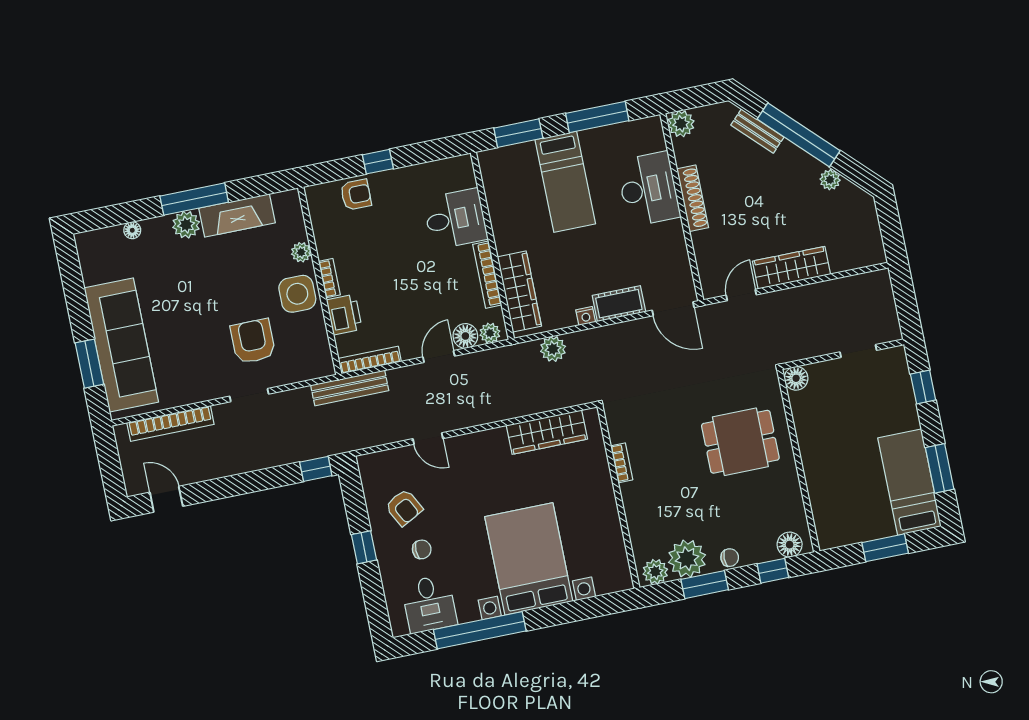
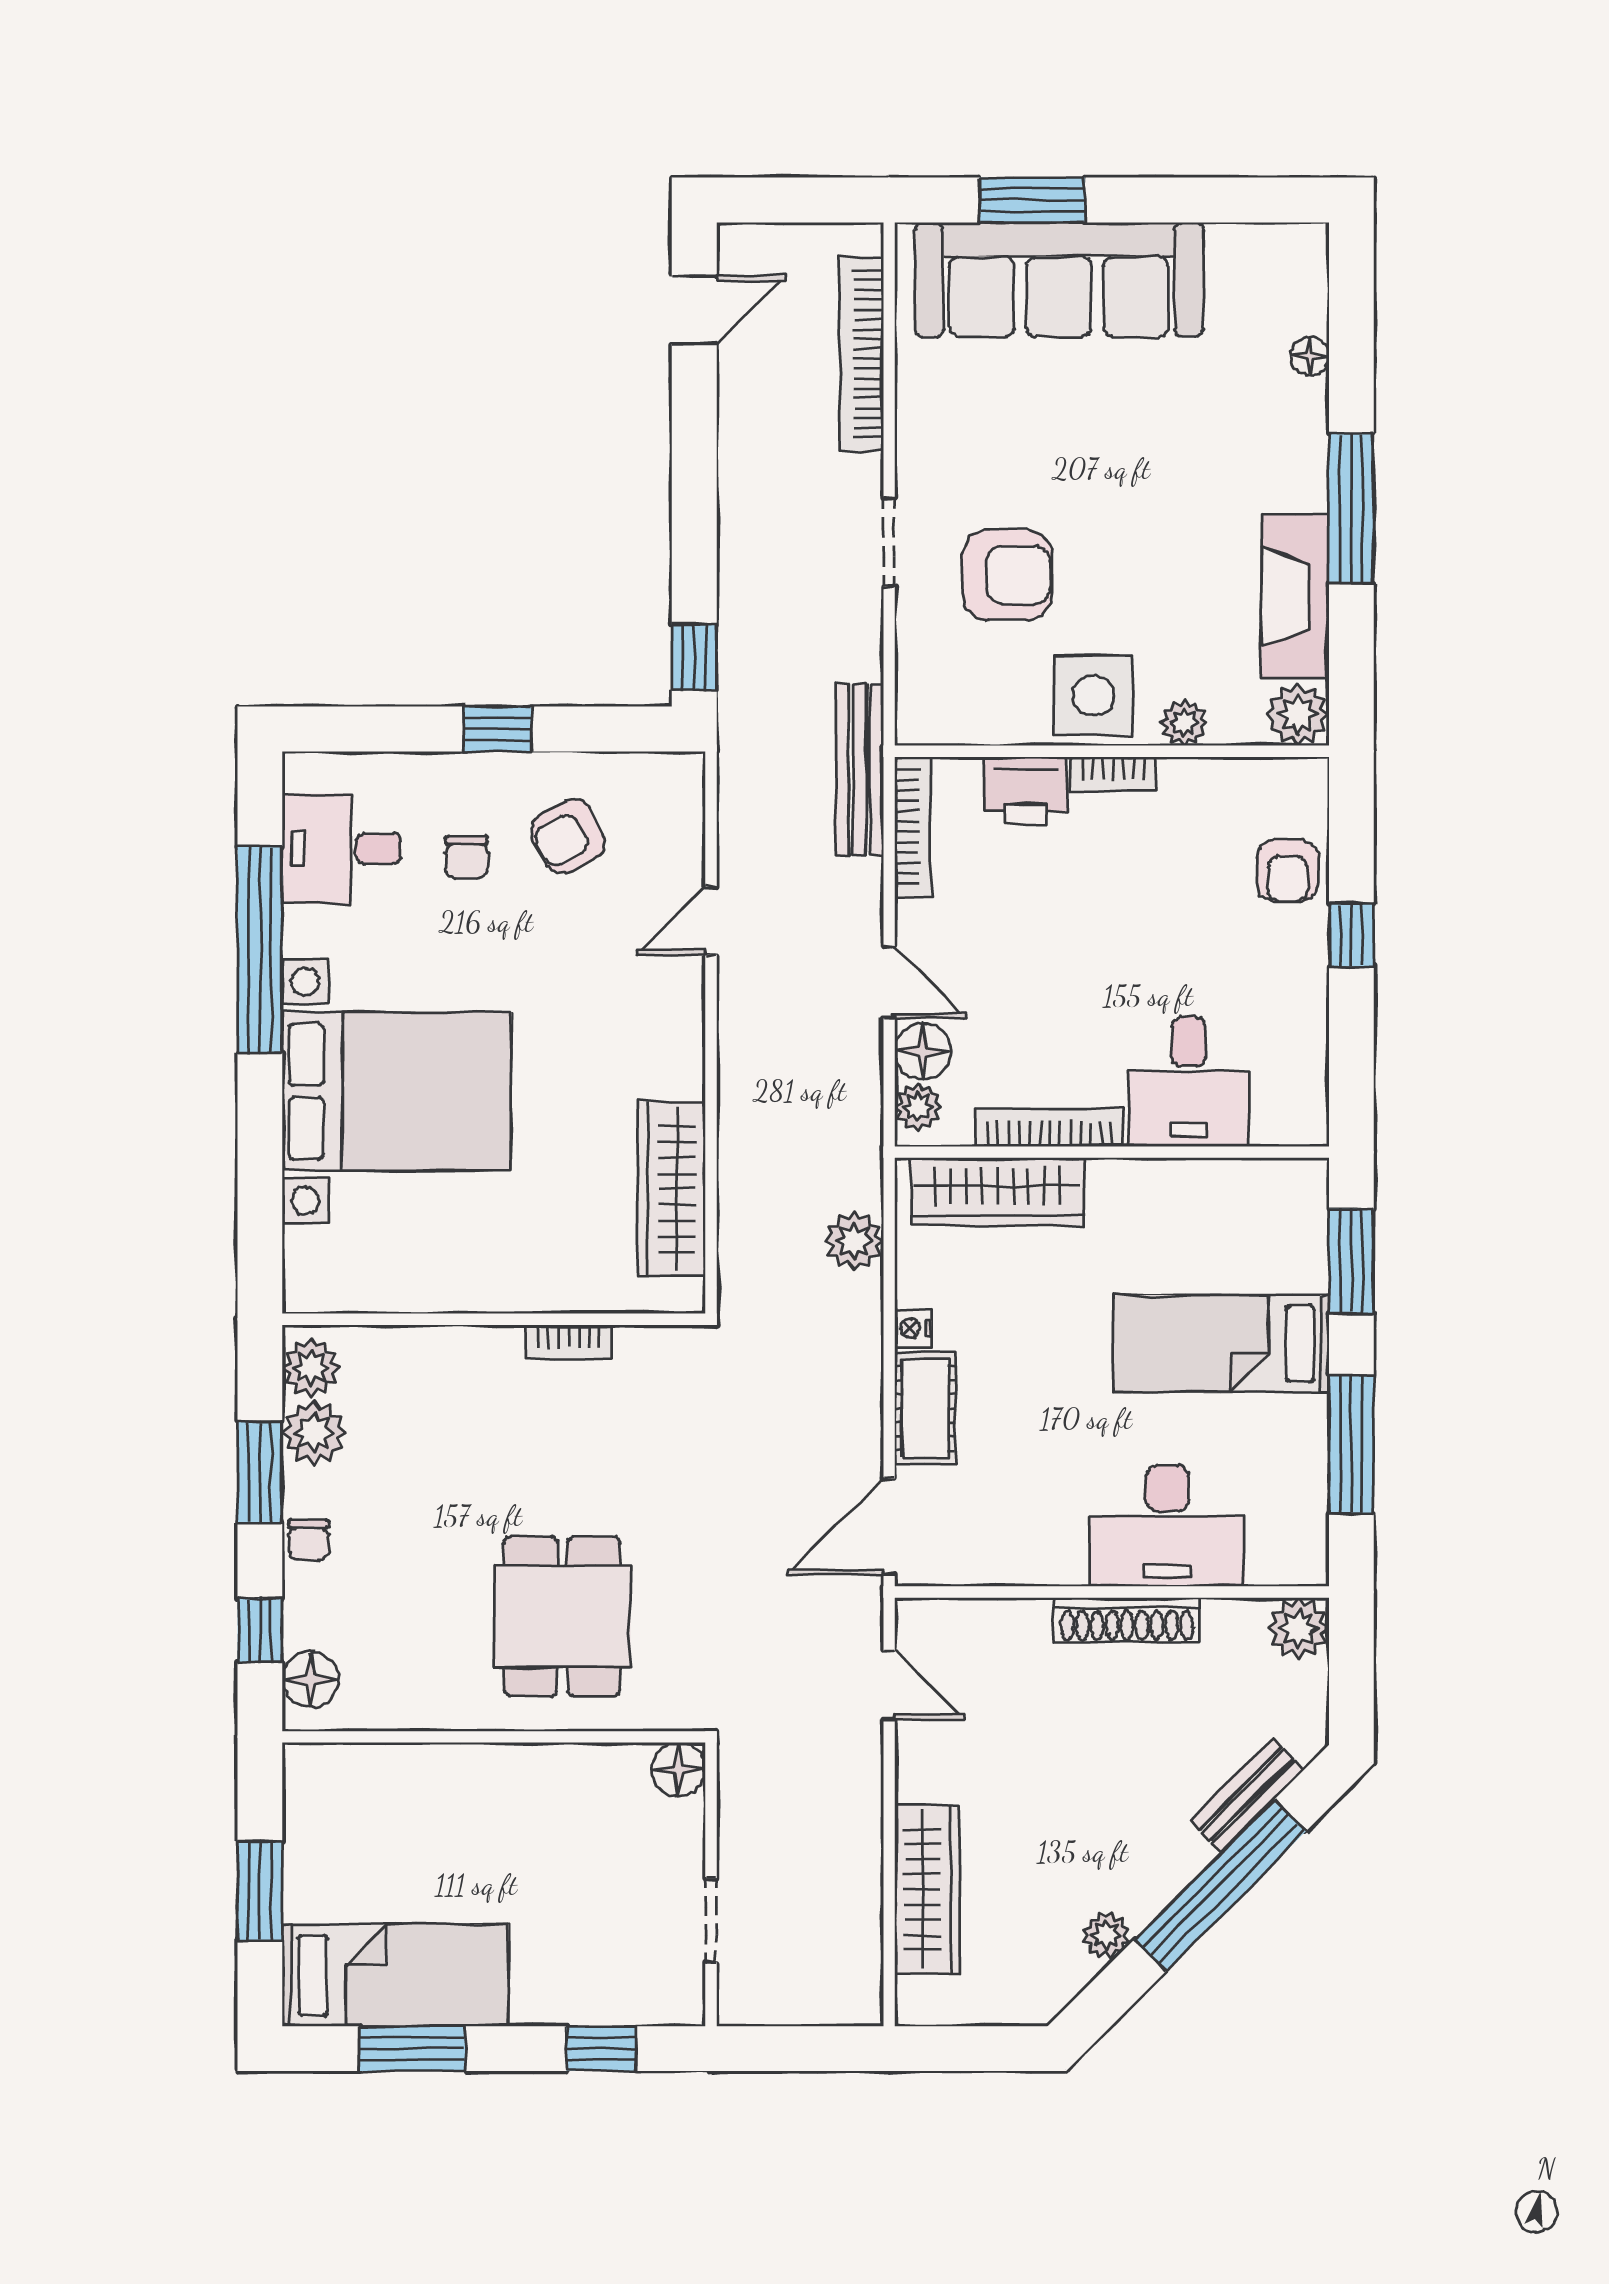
plant: (186, 225) -> (1298, 714), moved
wardrobe: (791, 268) -> (927, 1889), moved
plant: (687, 559) -> (314, 1433), width x0.73, depth x0.73

